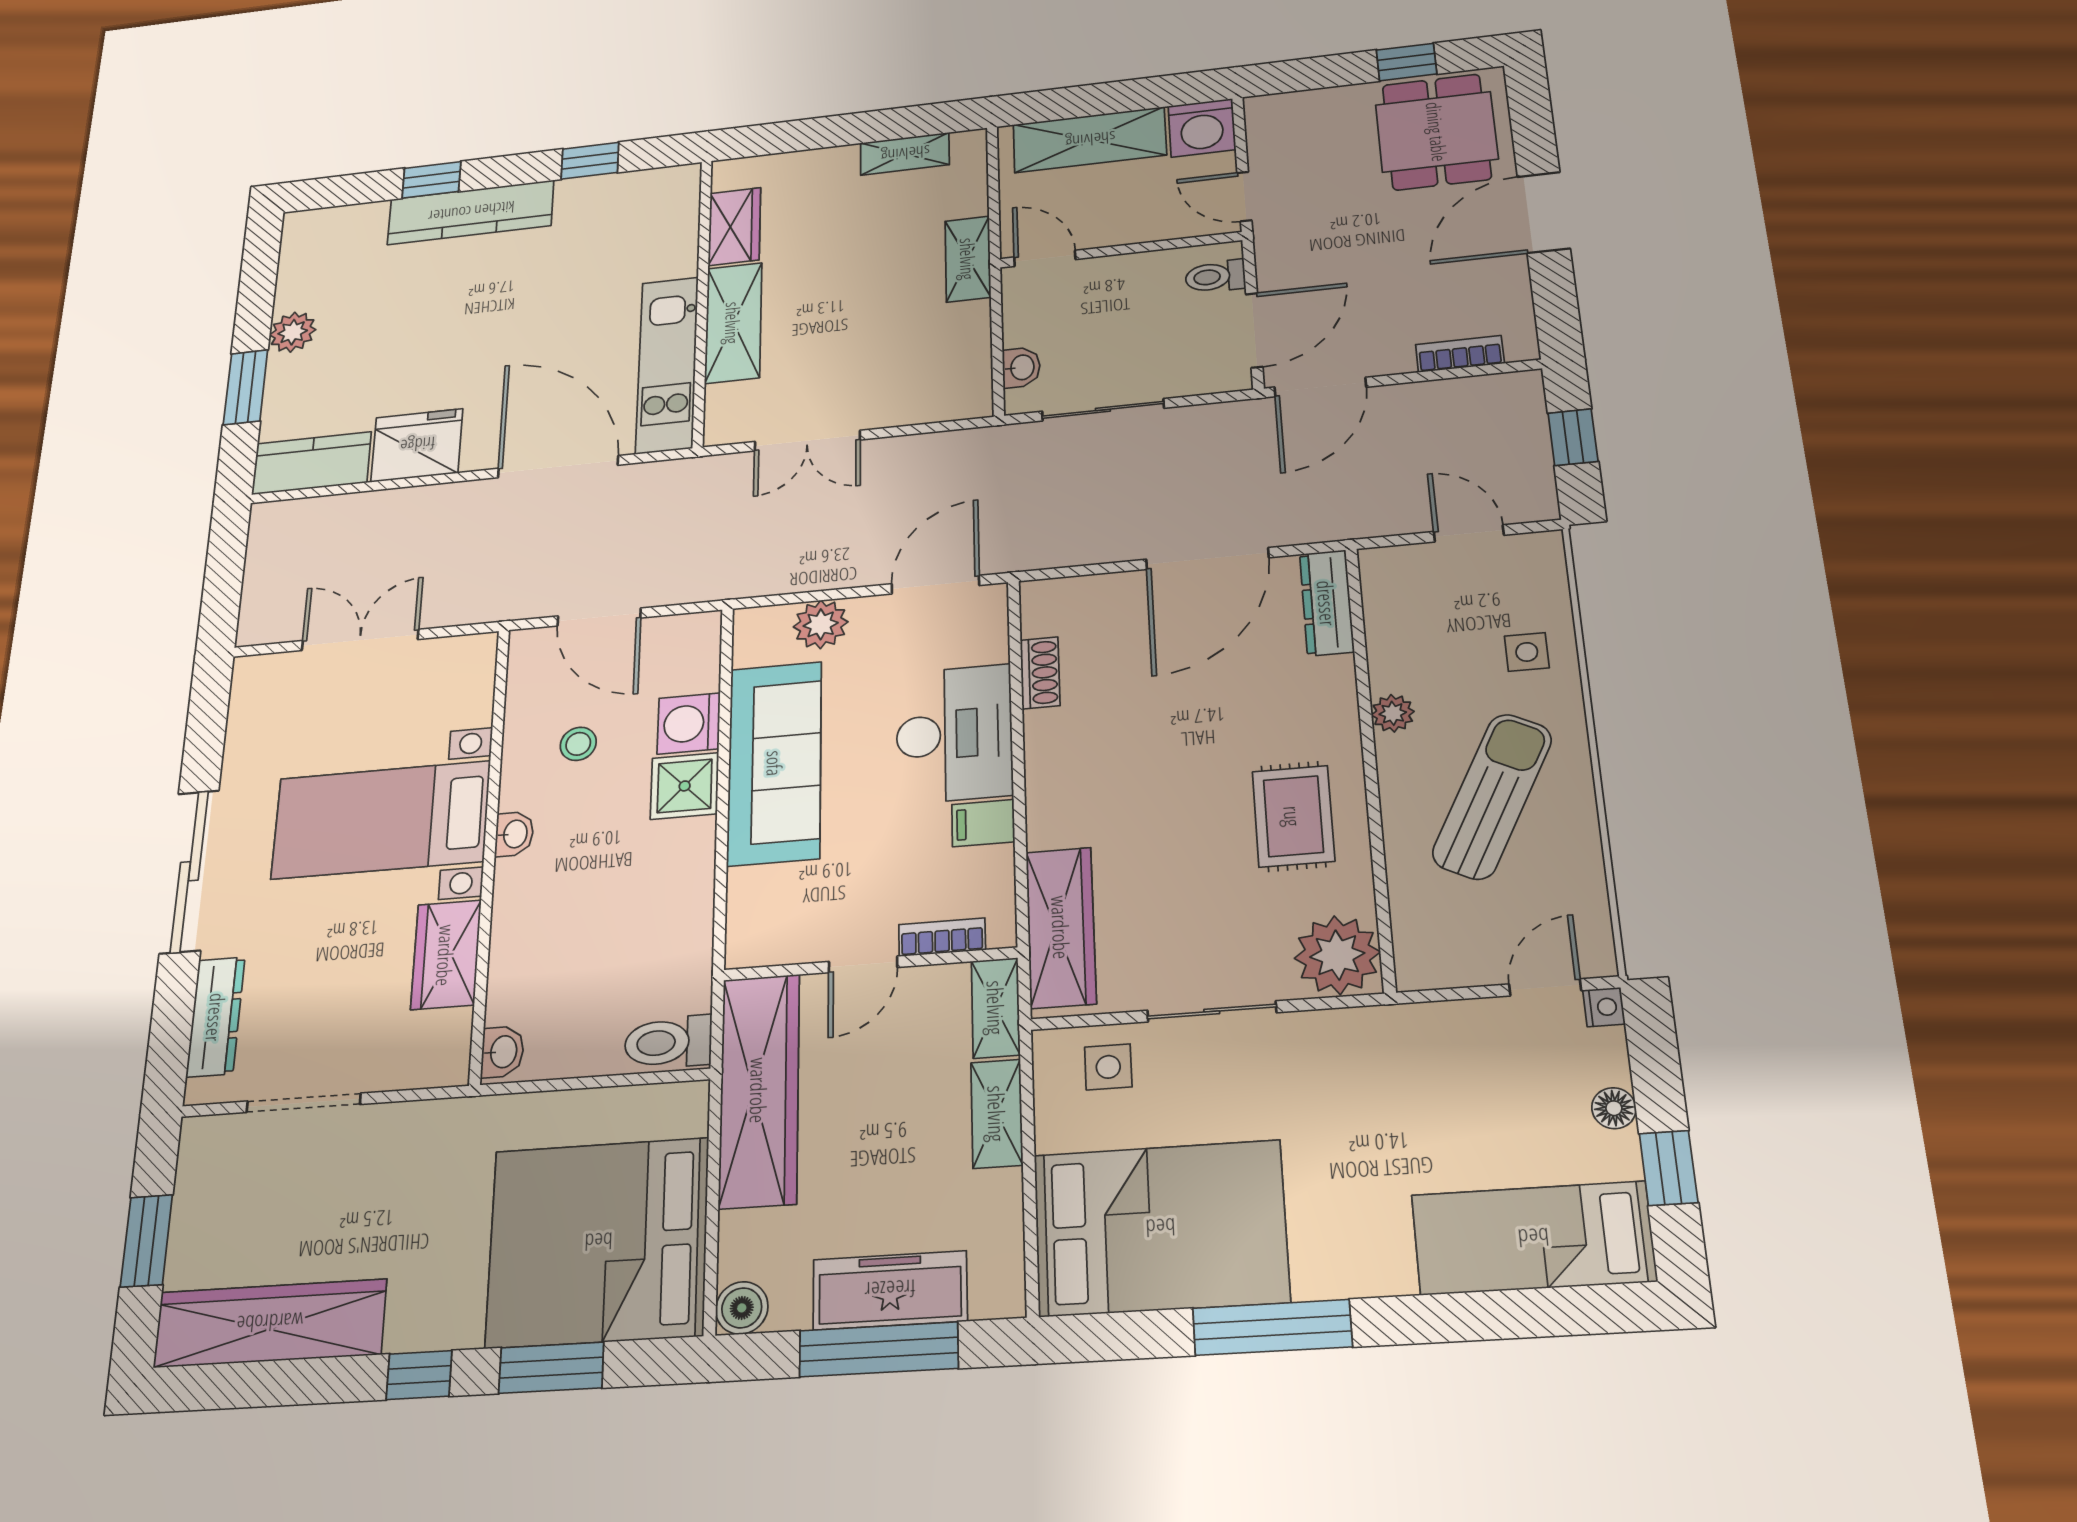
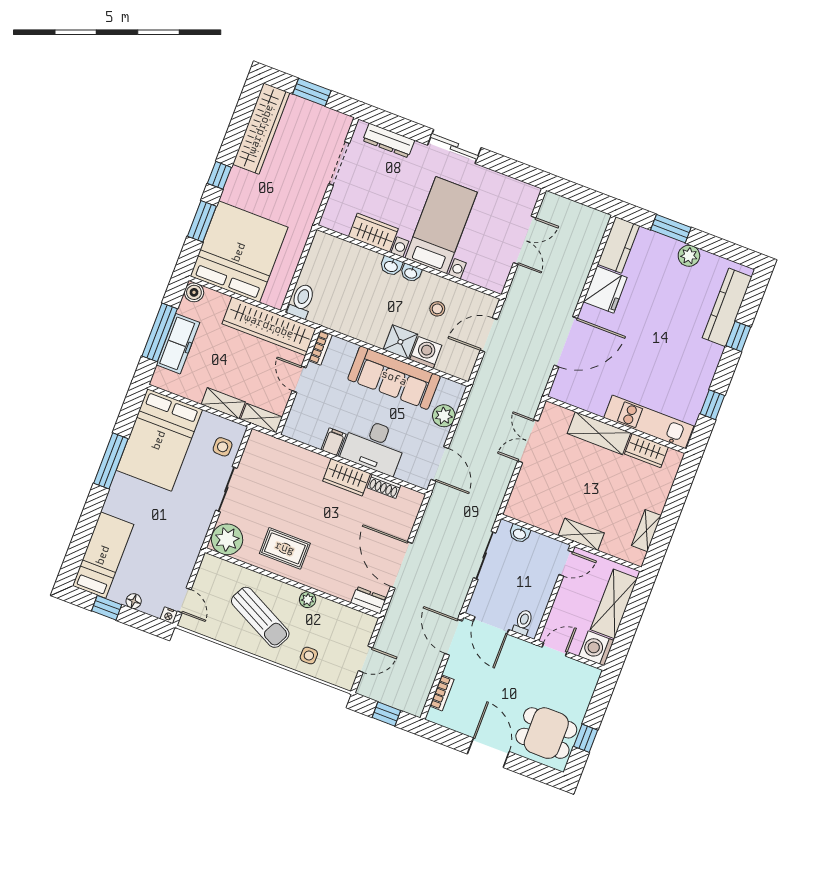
kitchen counter: (471, 212) -> (727, 307), moved
kitchen unit: (667, 365) -> (649, 422), moved
dresser: (1327, 603) -> (369, 600), width x0.70
sliding door: (189, 871) -> (454, 146), width x0.73
wardrobe: (1061, 927) -> (347, 477), moved, width x0.67
bookcase: (942, 937) -> (320, 348), moved
washbasin: (502, 1052) -> (391, 266), moved

